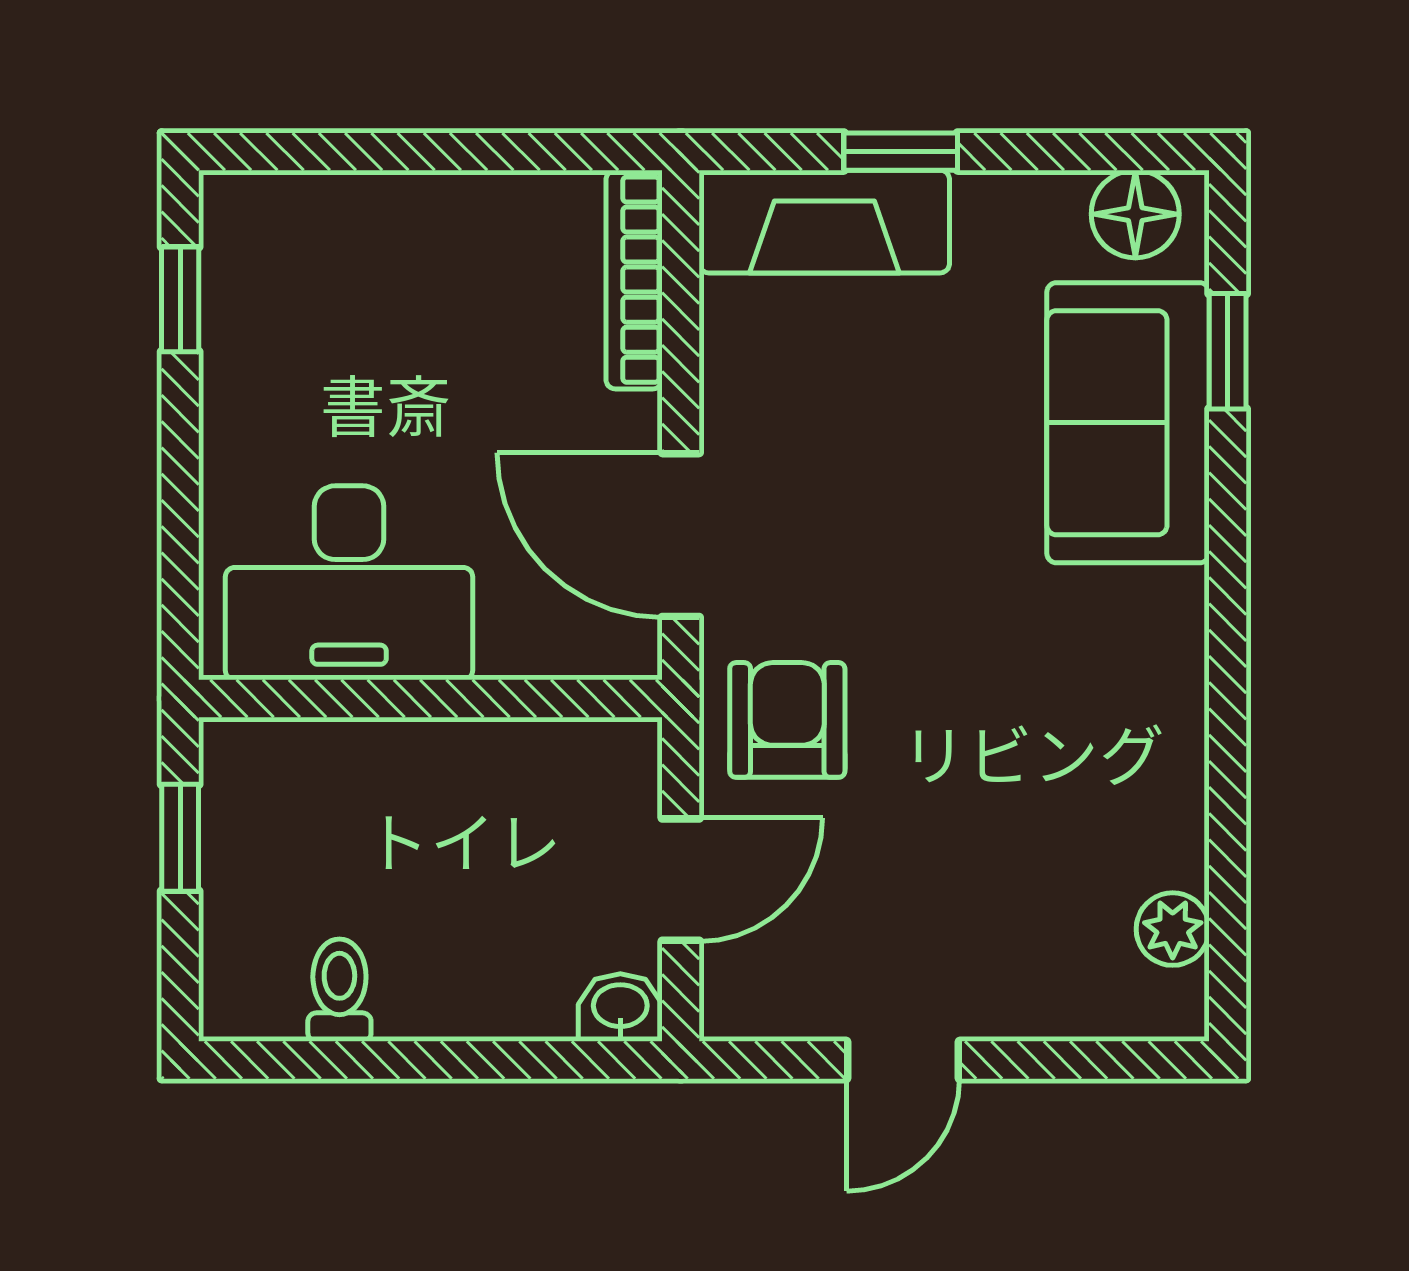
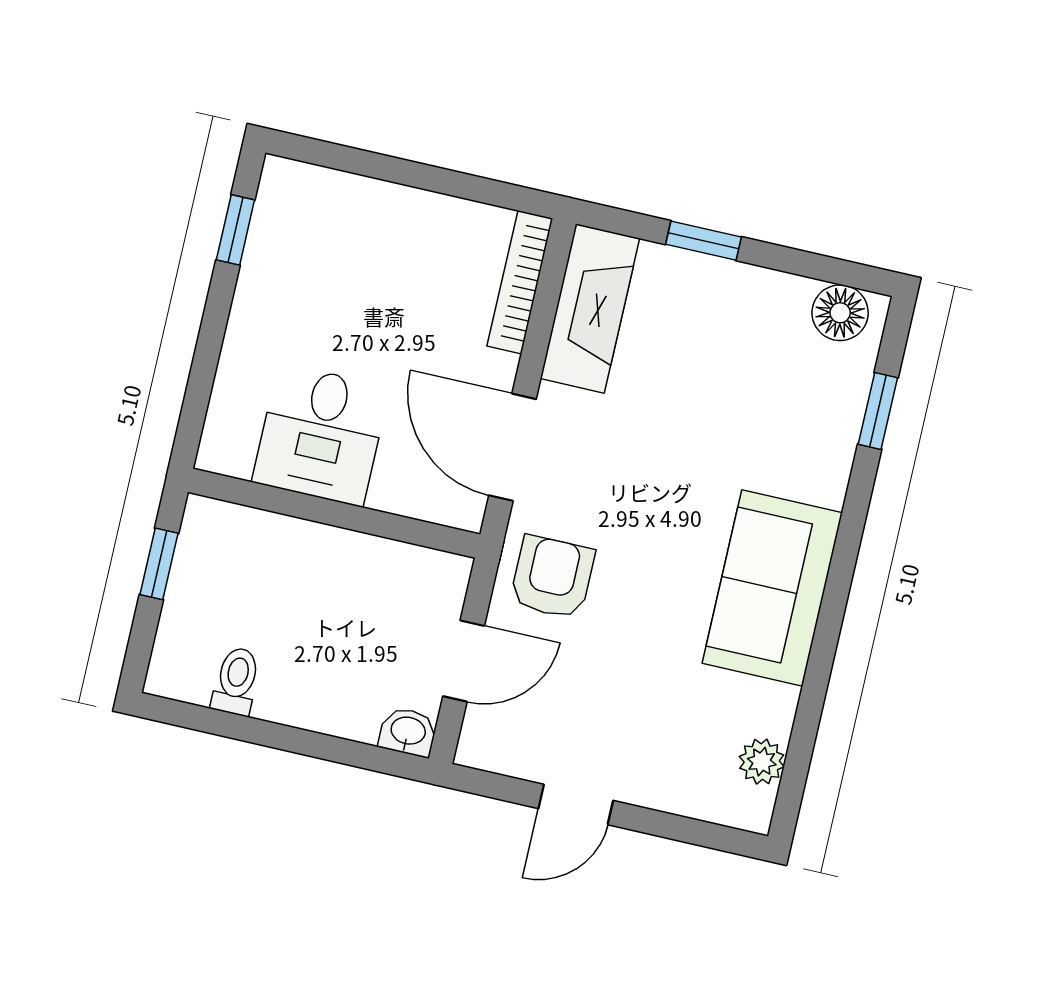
fireplace: (824, 222) -> (590, 308), moved, turned -90
sofa: (1128, 423) -> (772, 588), moved
desk: (349, 583) -> (321, 435), width x0.73

